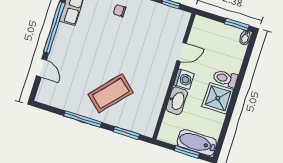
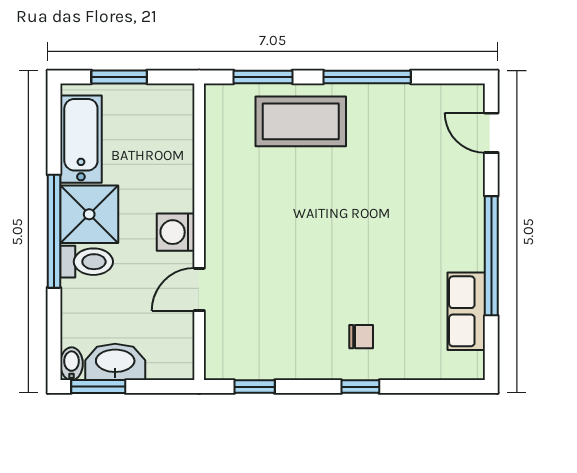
door: (41, 68) -> (491, 133), moved
coffee table: (111, 93) -> (301, 121), moved, turned 48
window: (235, 96) -> (54, 231), added
washbasin: (177, 101) -> (115, 362), moved, turned 90
bathtub: (197, 143) -> (81, 139), moved, turned -90

